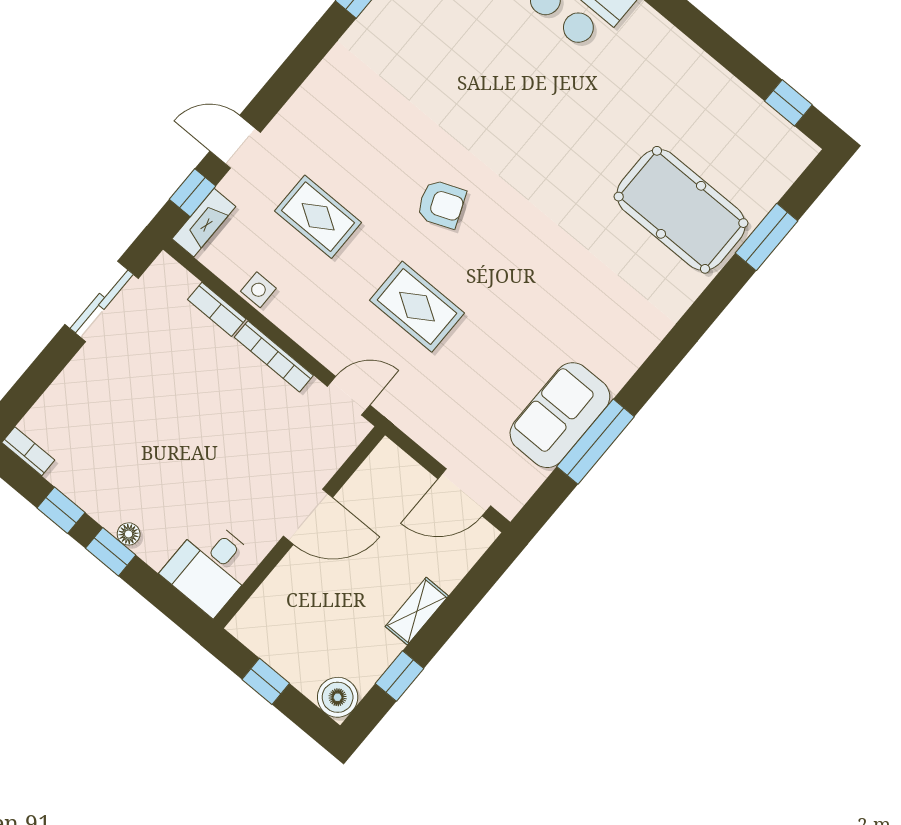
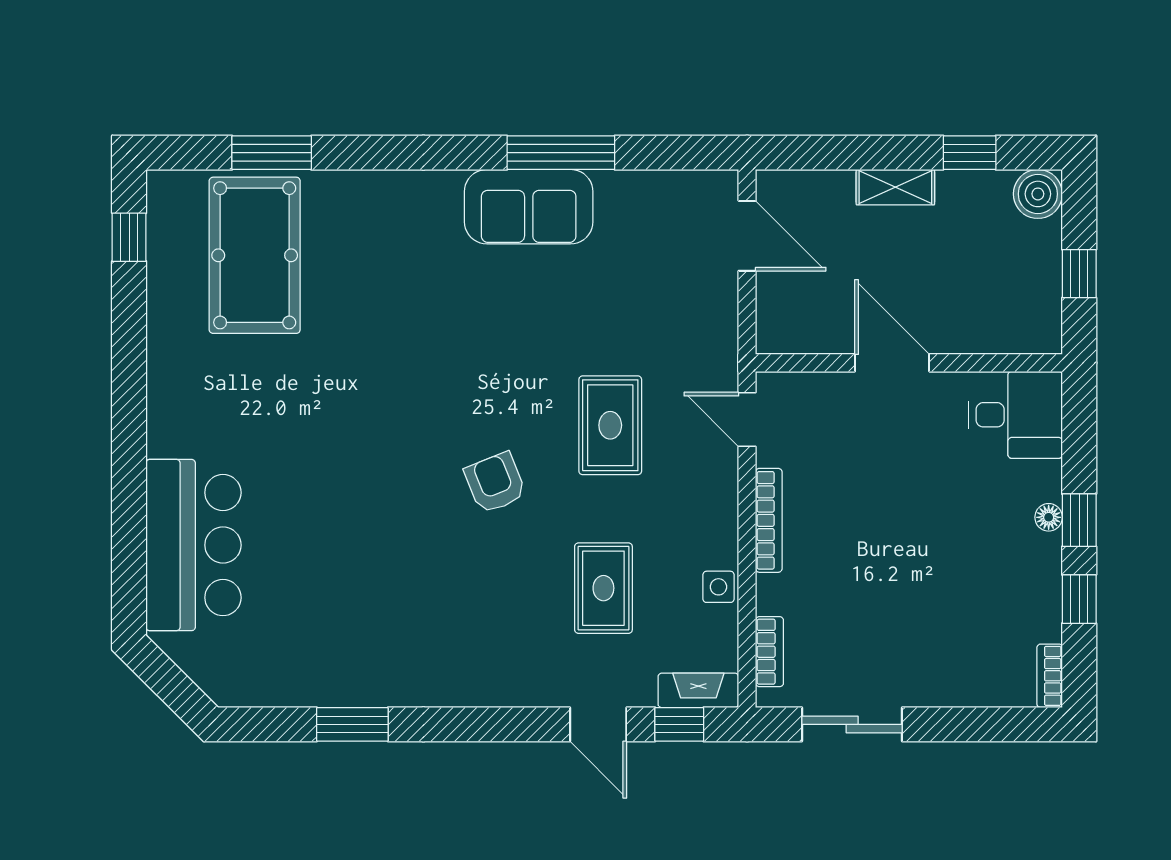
pool table: (681, 210) -> (255, 255), moved
bookcase: (217, 309) -> (769, 652), moved
sofa: (560, 415) -> (529, 207), moved
window: (596, 442) -> (561, 153), moved

